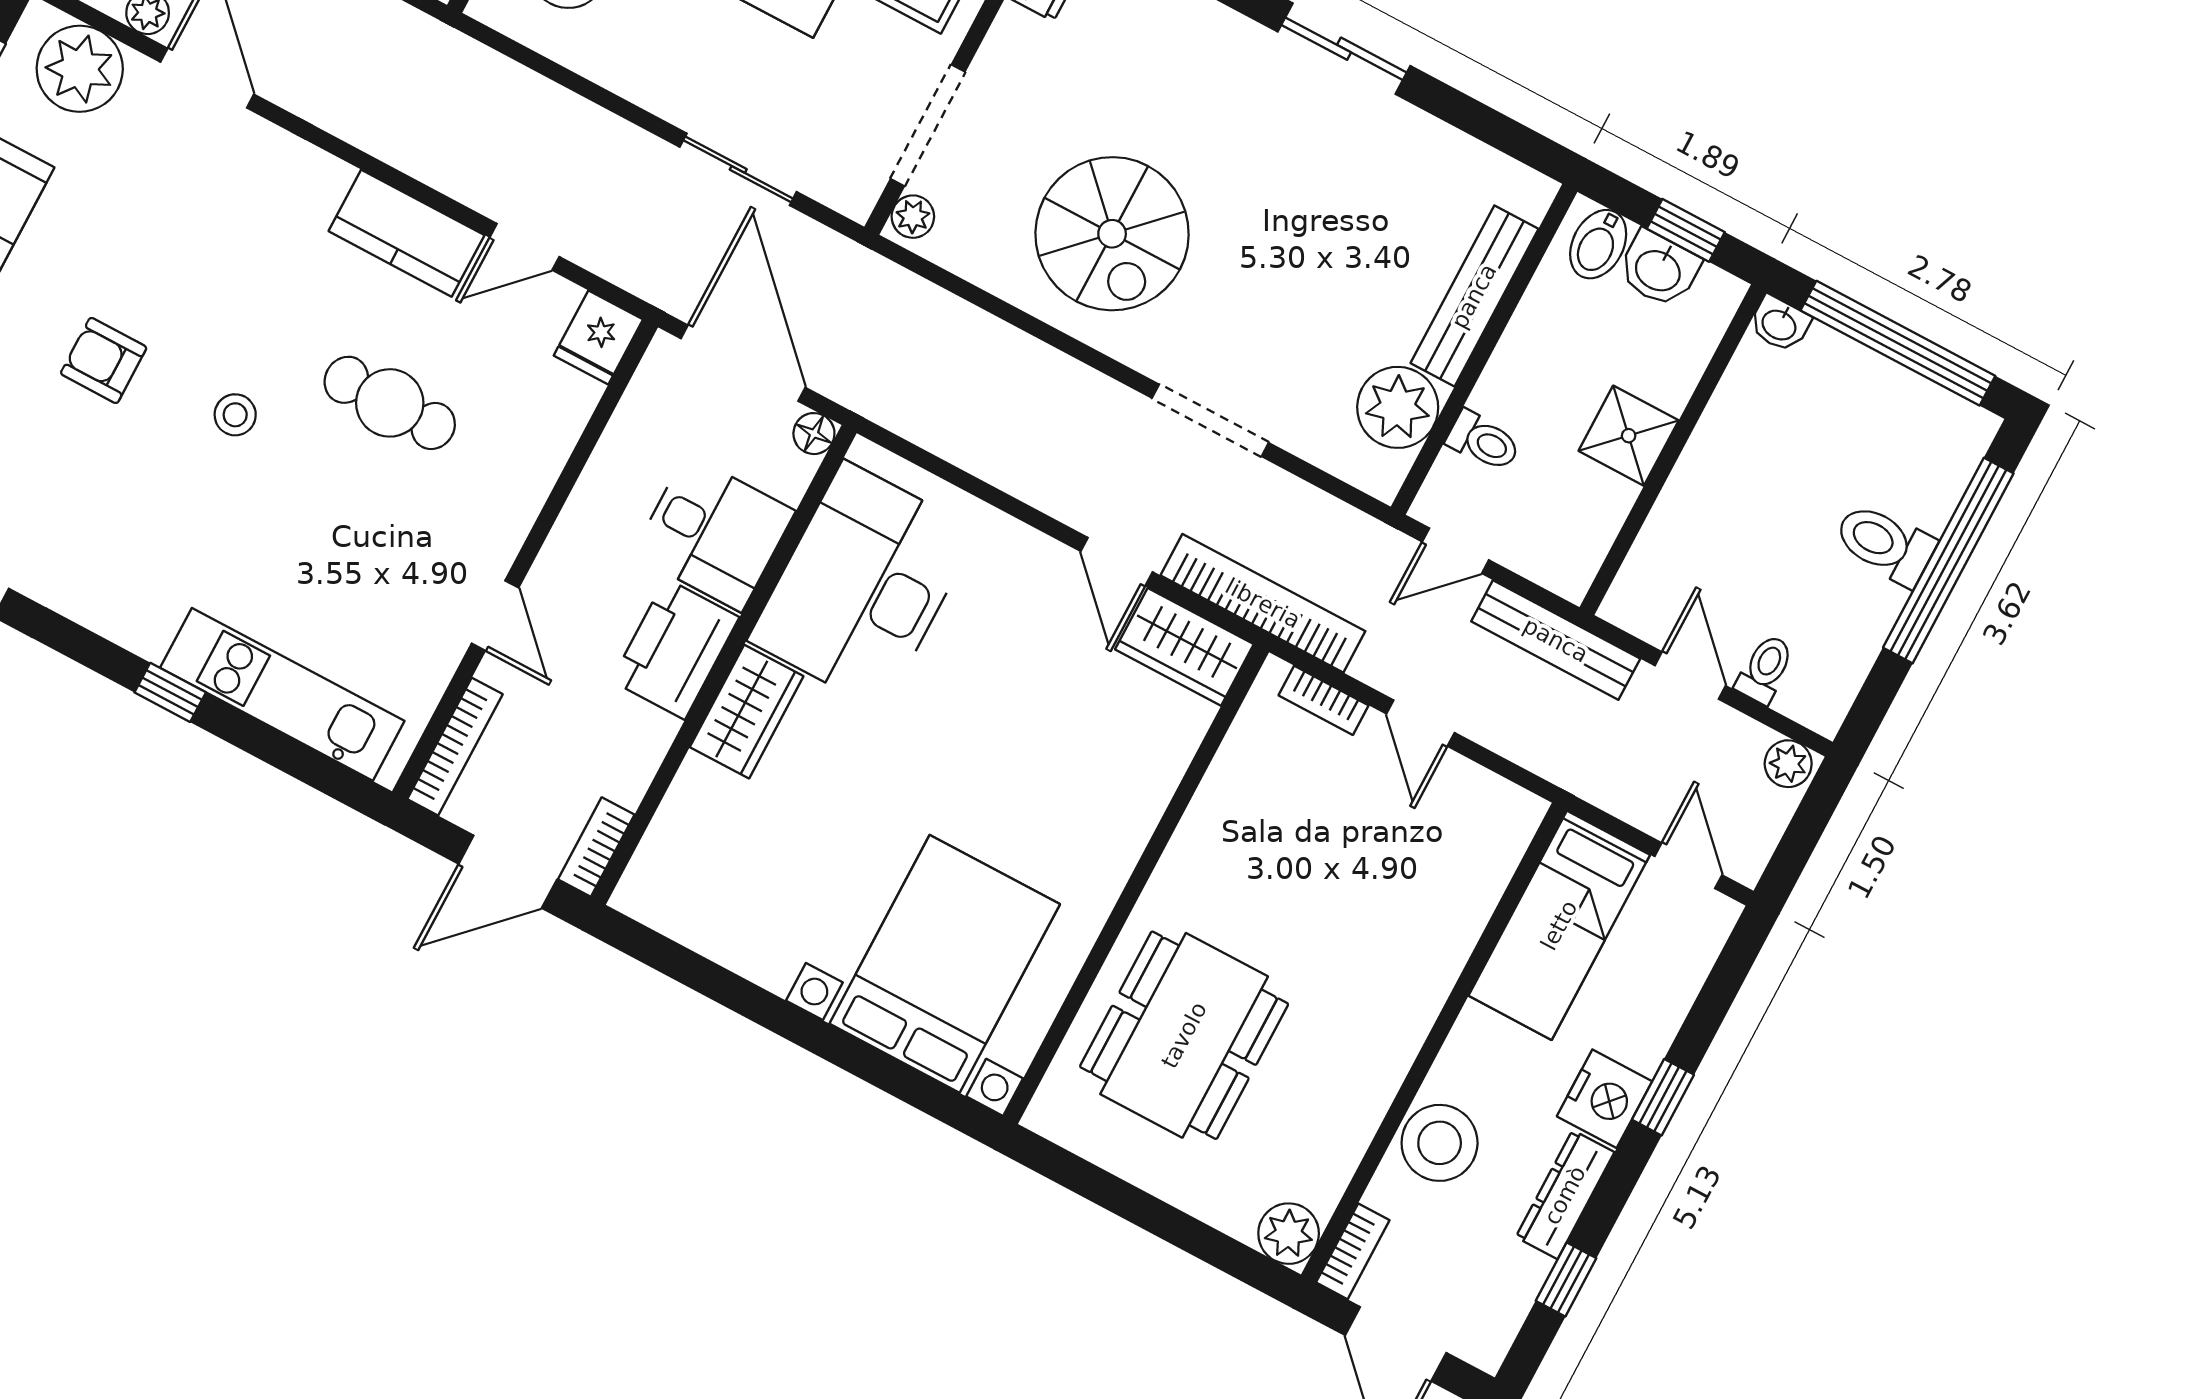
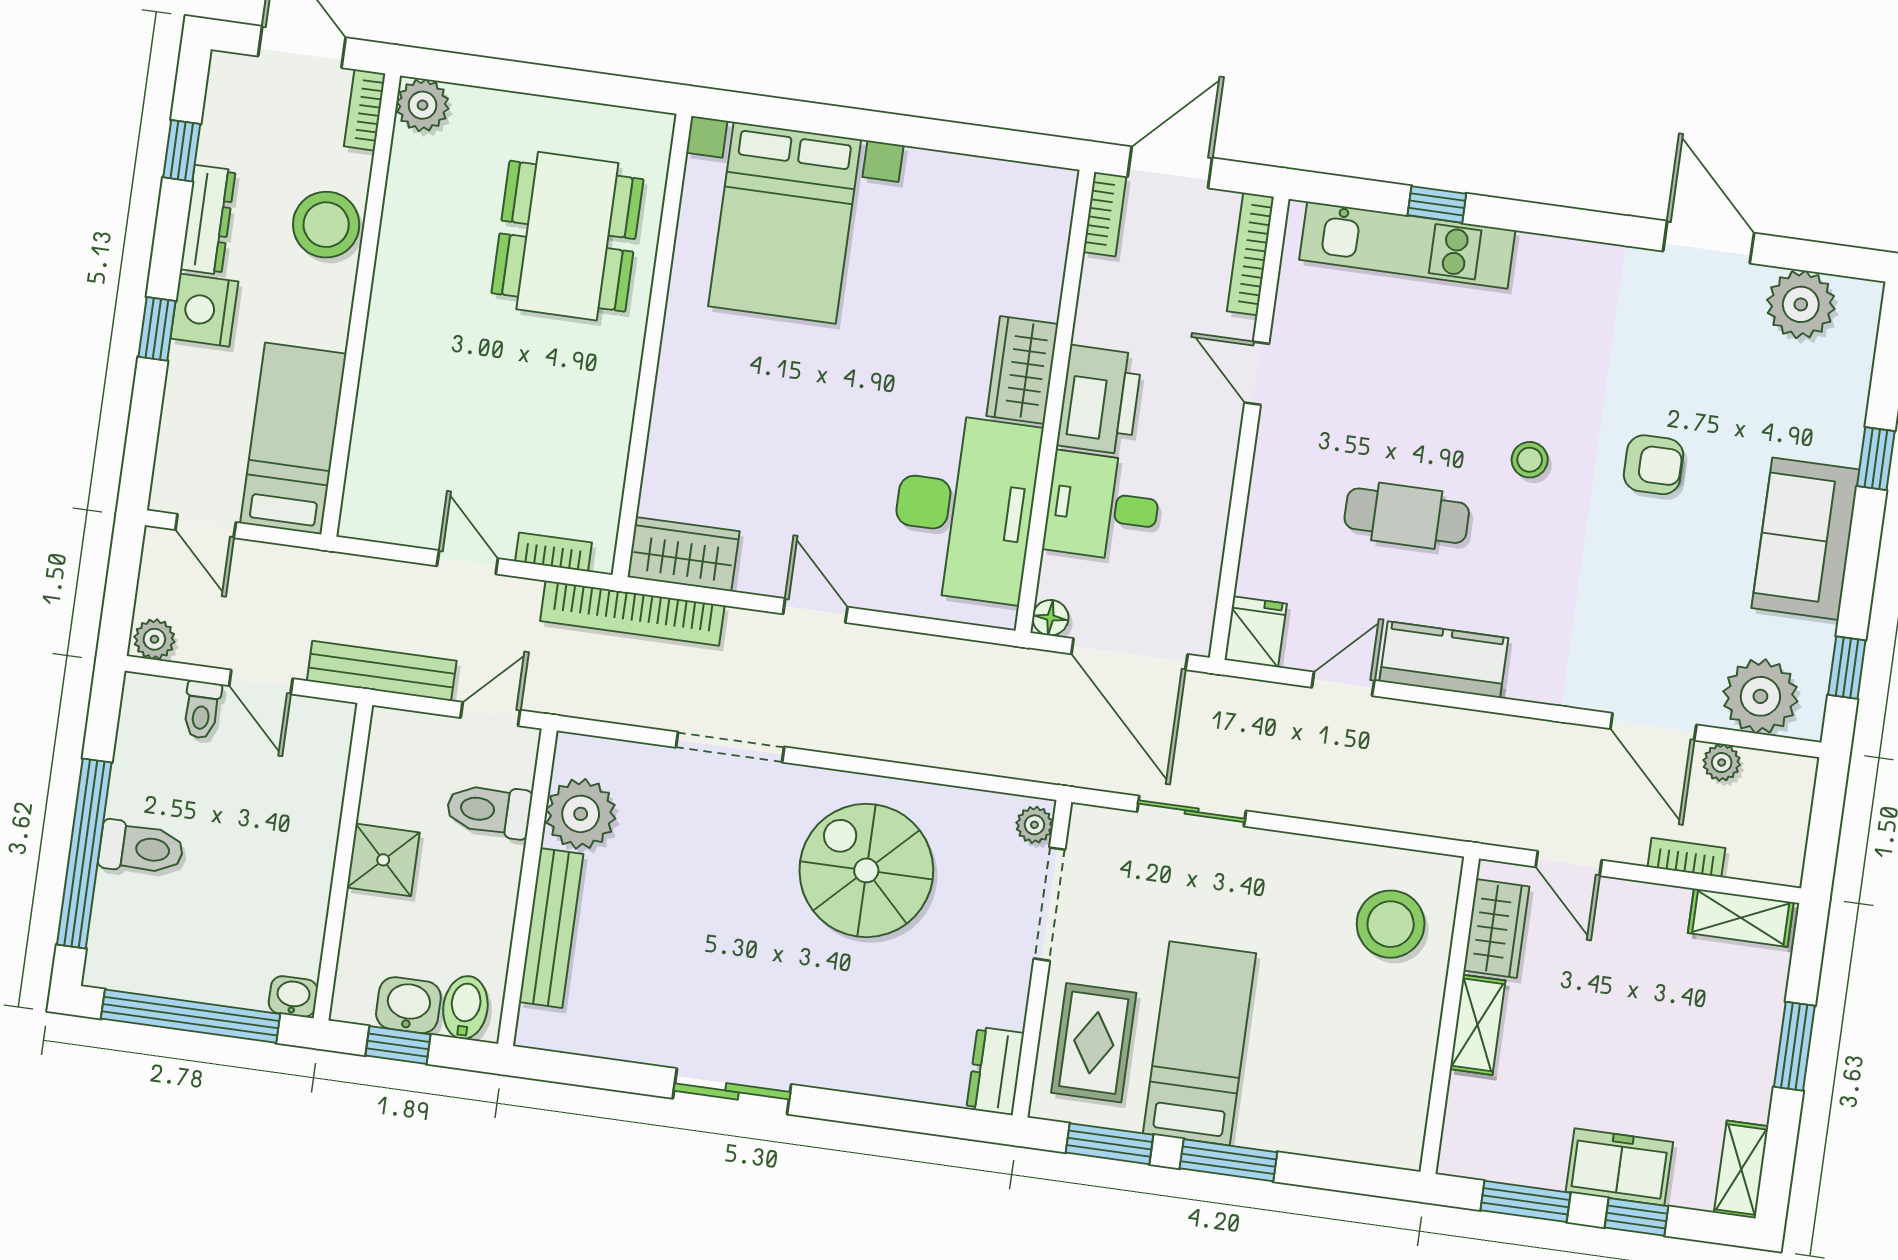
toilet: (1483, 441) -> (489, 810), width x1.37, depth x1.39
door: (1117, 562) -> (815, 611), moved
window: (170, 692) -> (1437, 204), moved

